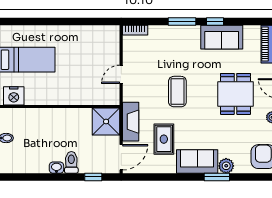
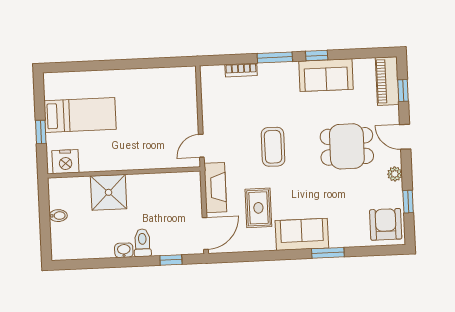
bookcase: (135, 30) -> (241, 70), moved
door: (121, 74) -> (201, 146), moved
dining table: (236, 94) -> (347, 146), turned 90
shower: (106, 122) -> (109, 192), moved
plant: (226, 166) -> (339, 238), removed

